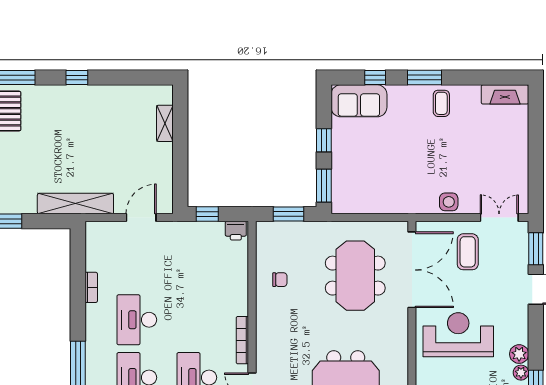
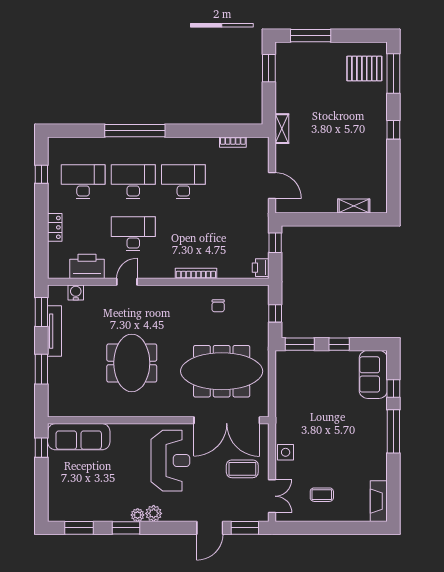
window: (425, 78) -> (393, 431), width x1.44
coffee table: (441, 103) -> (322, 495), moved
shelving: (75, 204) -> (282, 129), width x0.45, depth x0.75
window: (288, 214) -> (275, 313), width x0.67
meeting table: (355, 276) -> (222, 371), width x1.36
bookcase: (91, 287) -> (233, 142), moved
bookcase: (242, 340) -> (196, 273), moved

